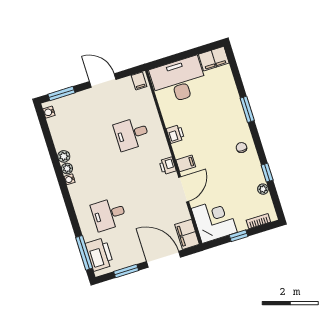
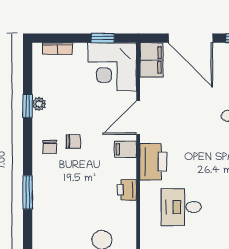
desk: (132, 134) -> (181, 207), turned 180
chair: (225, 157) -> (73, 142), added
printer: (168, 166) -> (153, 162), width x1.87, depth x1.48
plant: (263, 189) -> (39, 104), moved
window: (239, 236) -> (103, 38), moved

